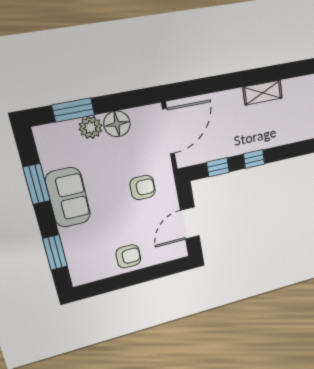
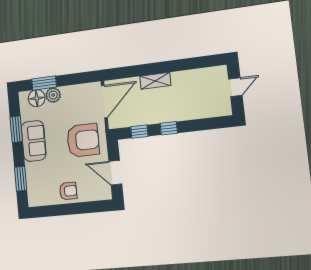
shelving: (263, 93) -> (155, 81), moved
floor lamp: (117, 124) -> (37, 98), moved
armchair: (143, 188) -> (83, 140), width x1.88, depth x1.88
door: (190, 223) -> (115, 173), hinge flipped

